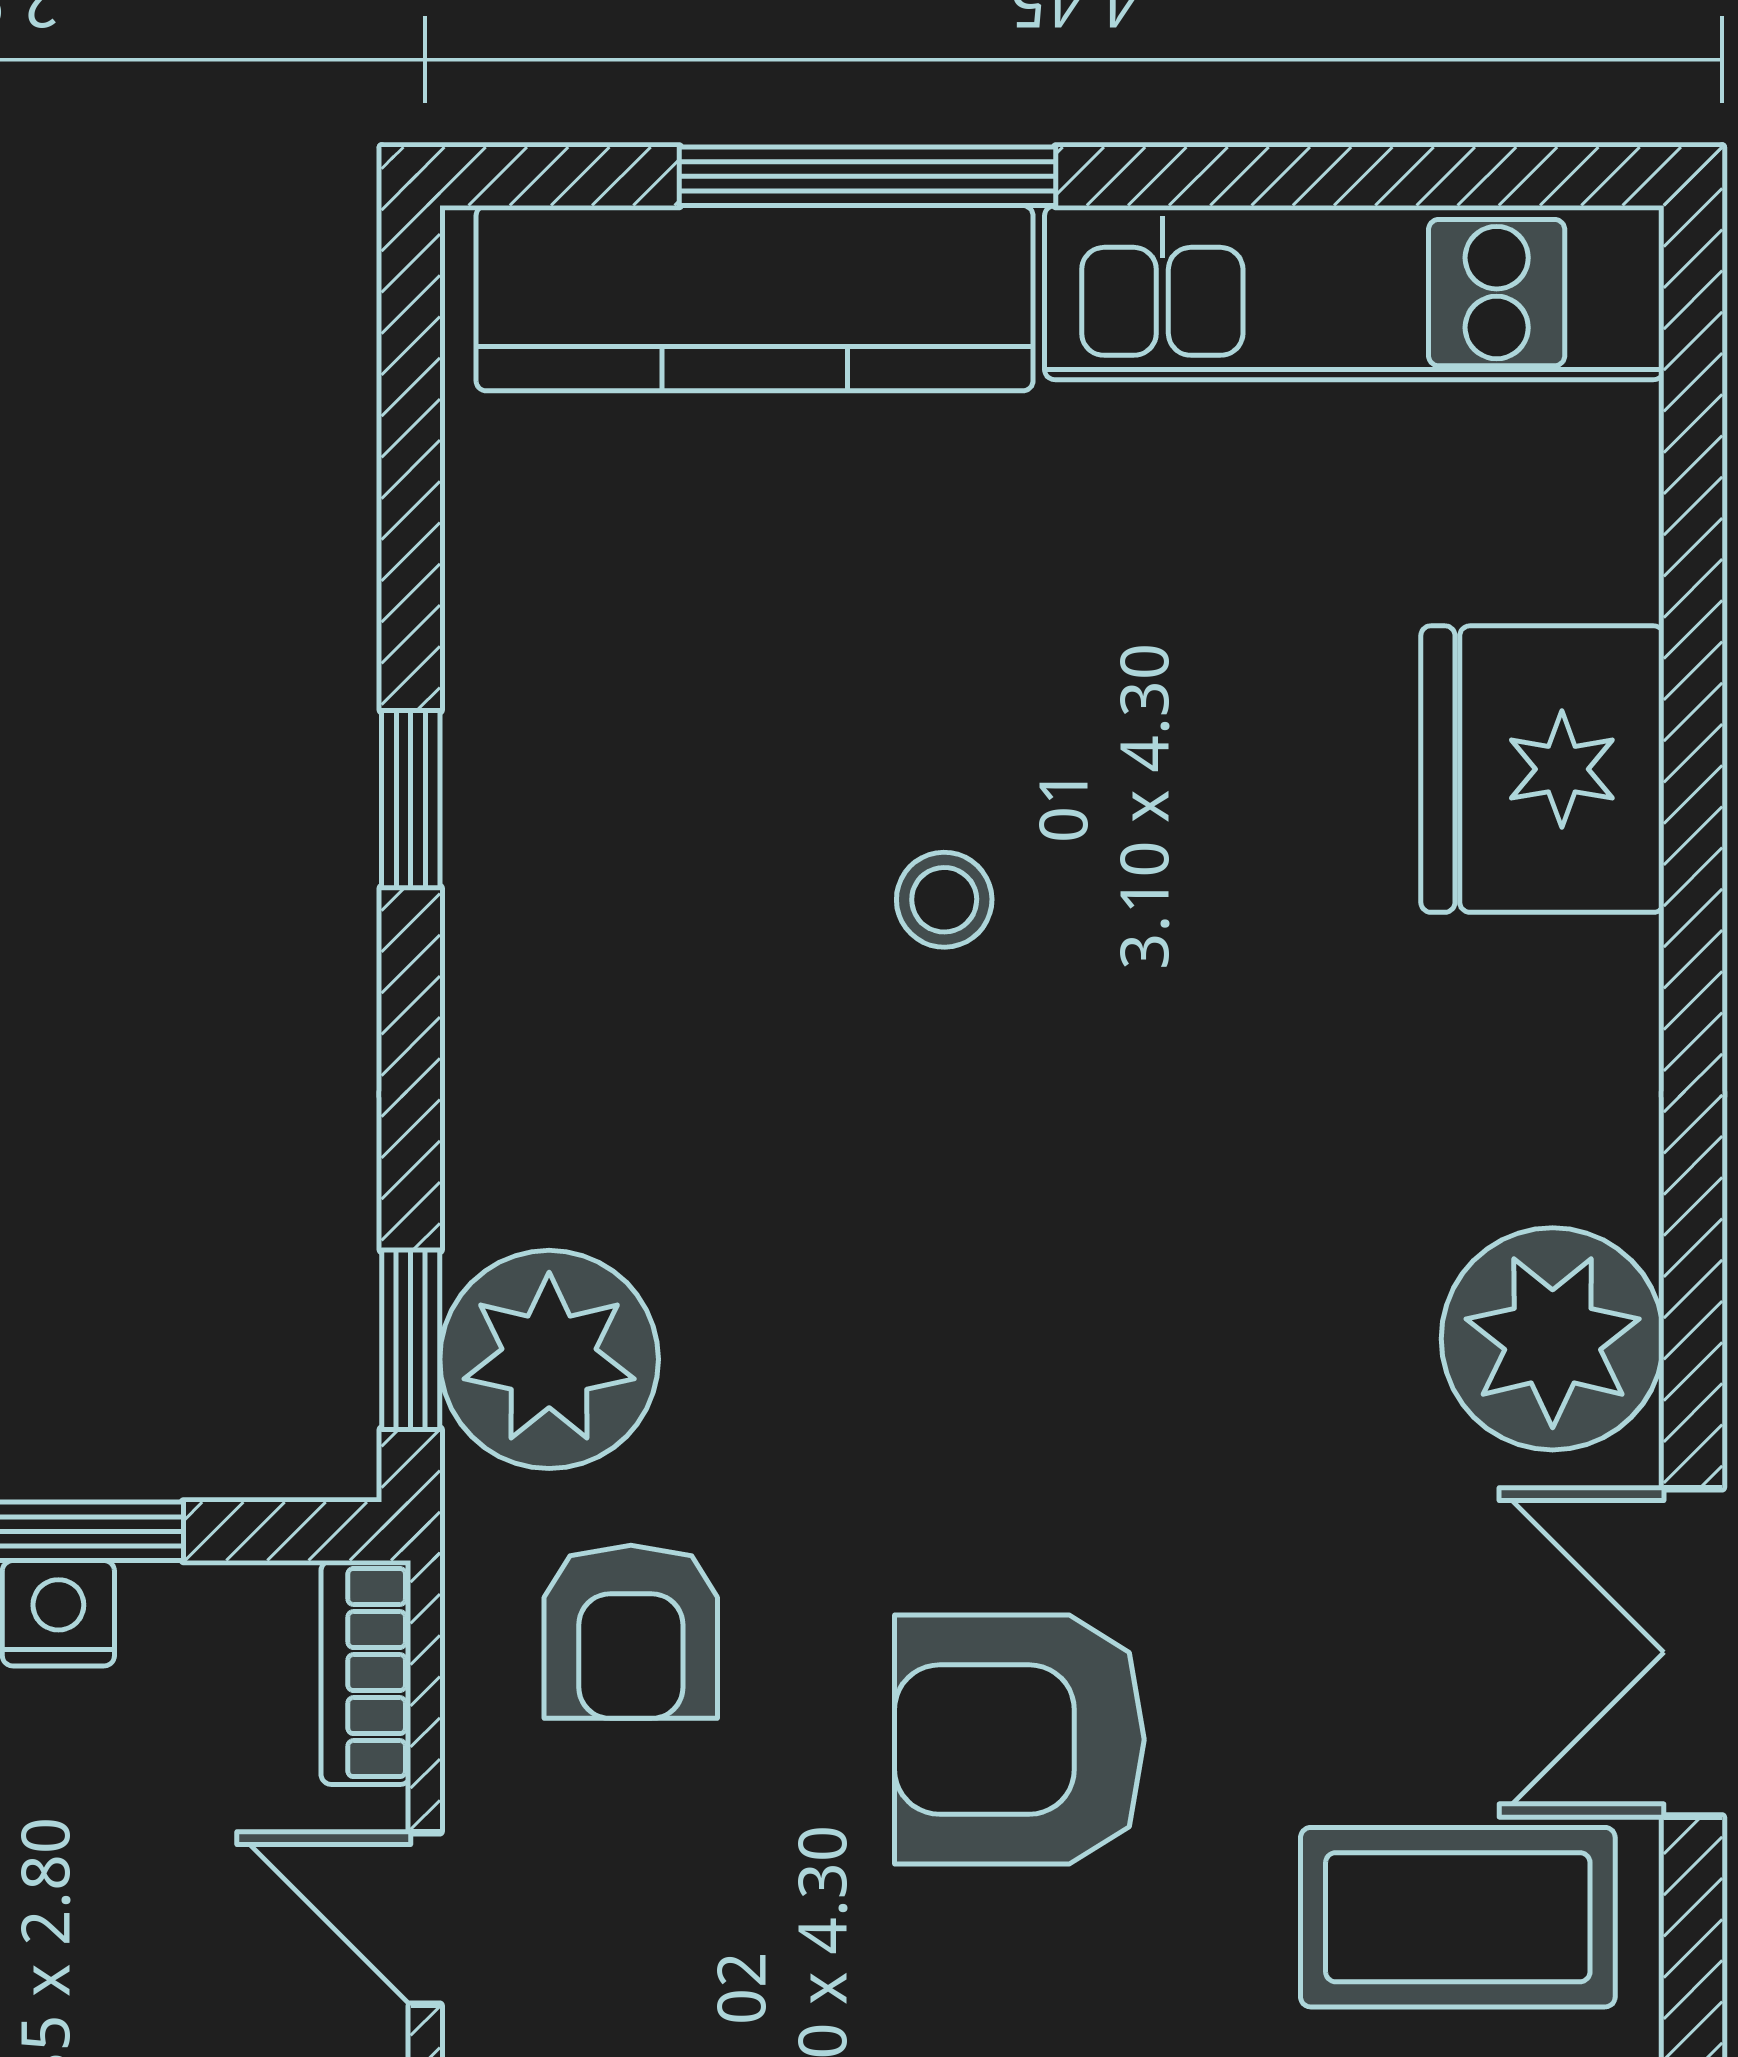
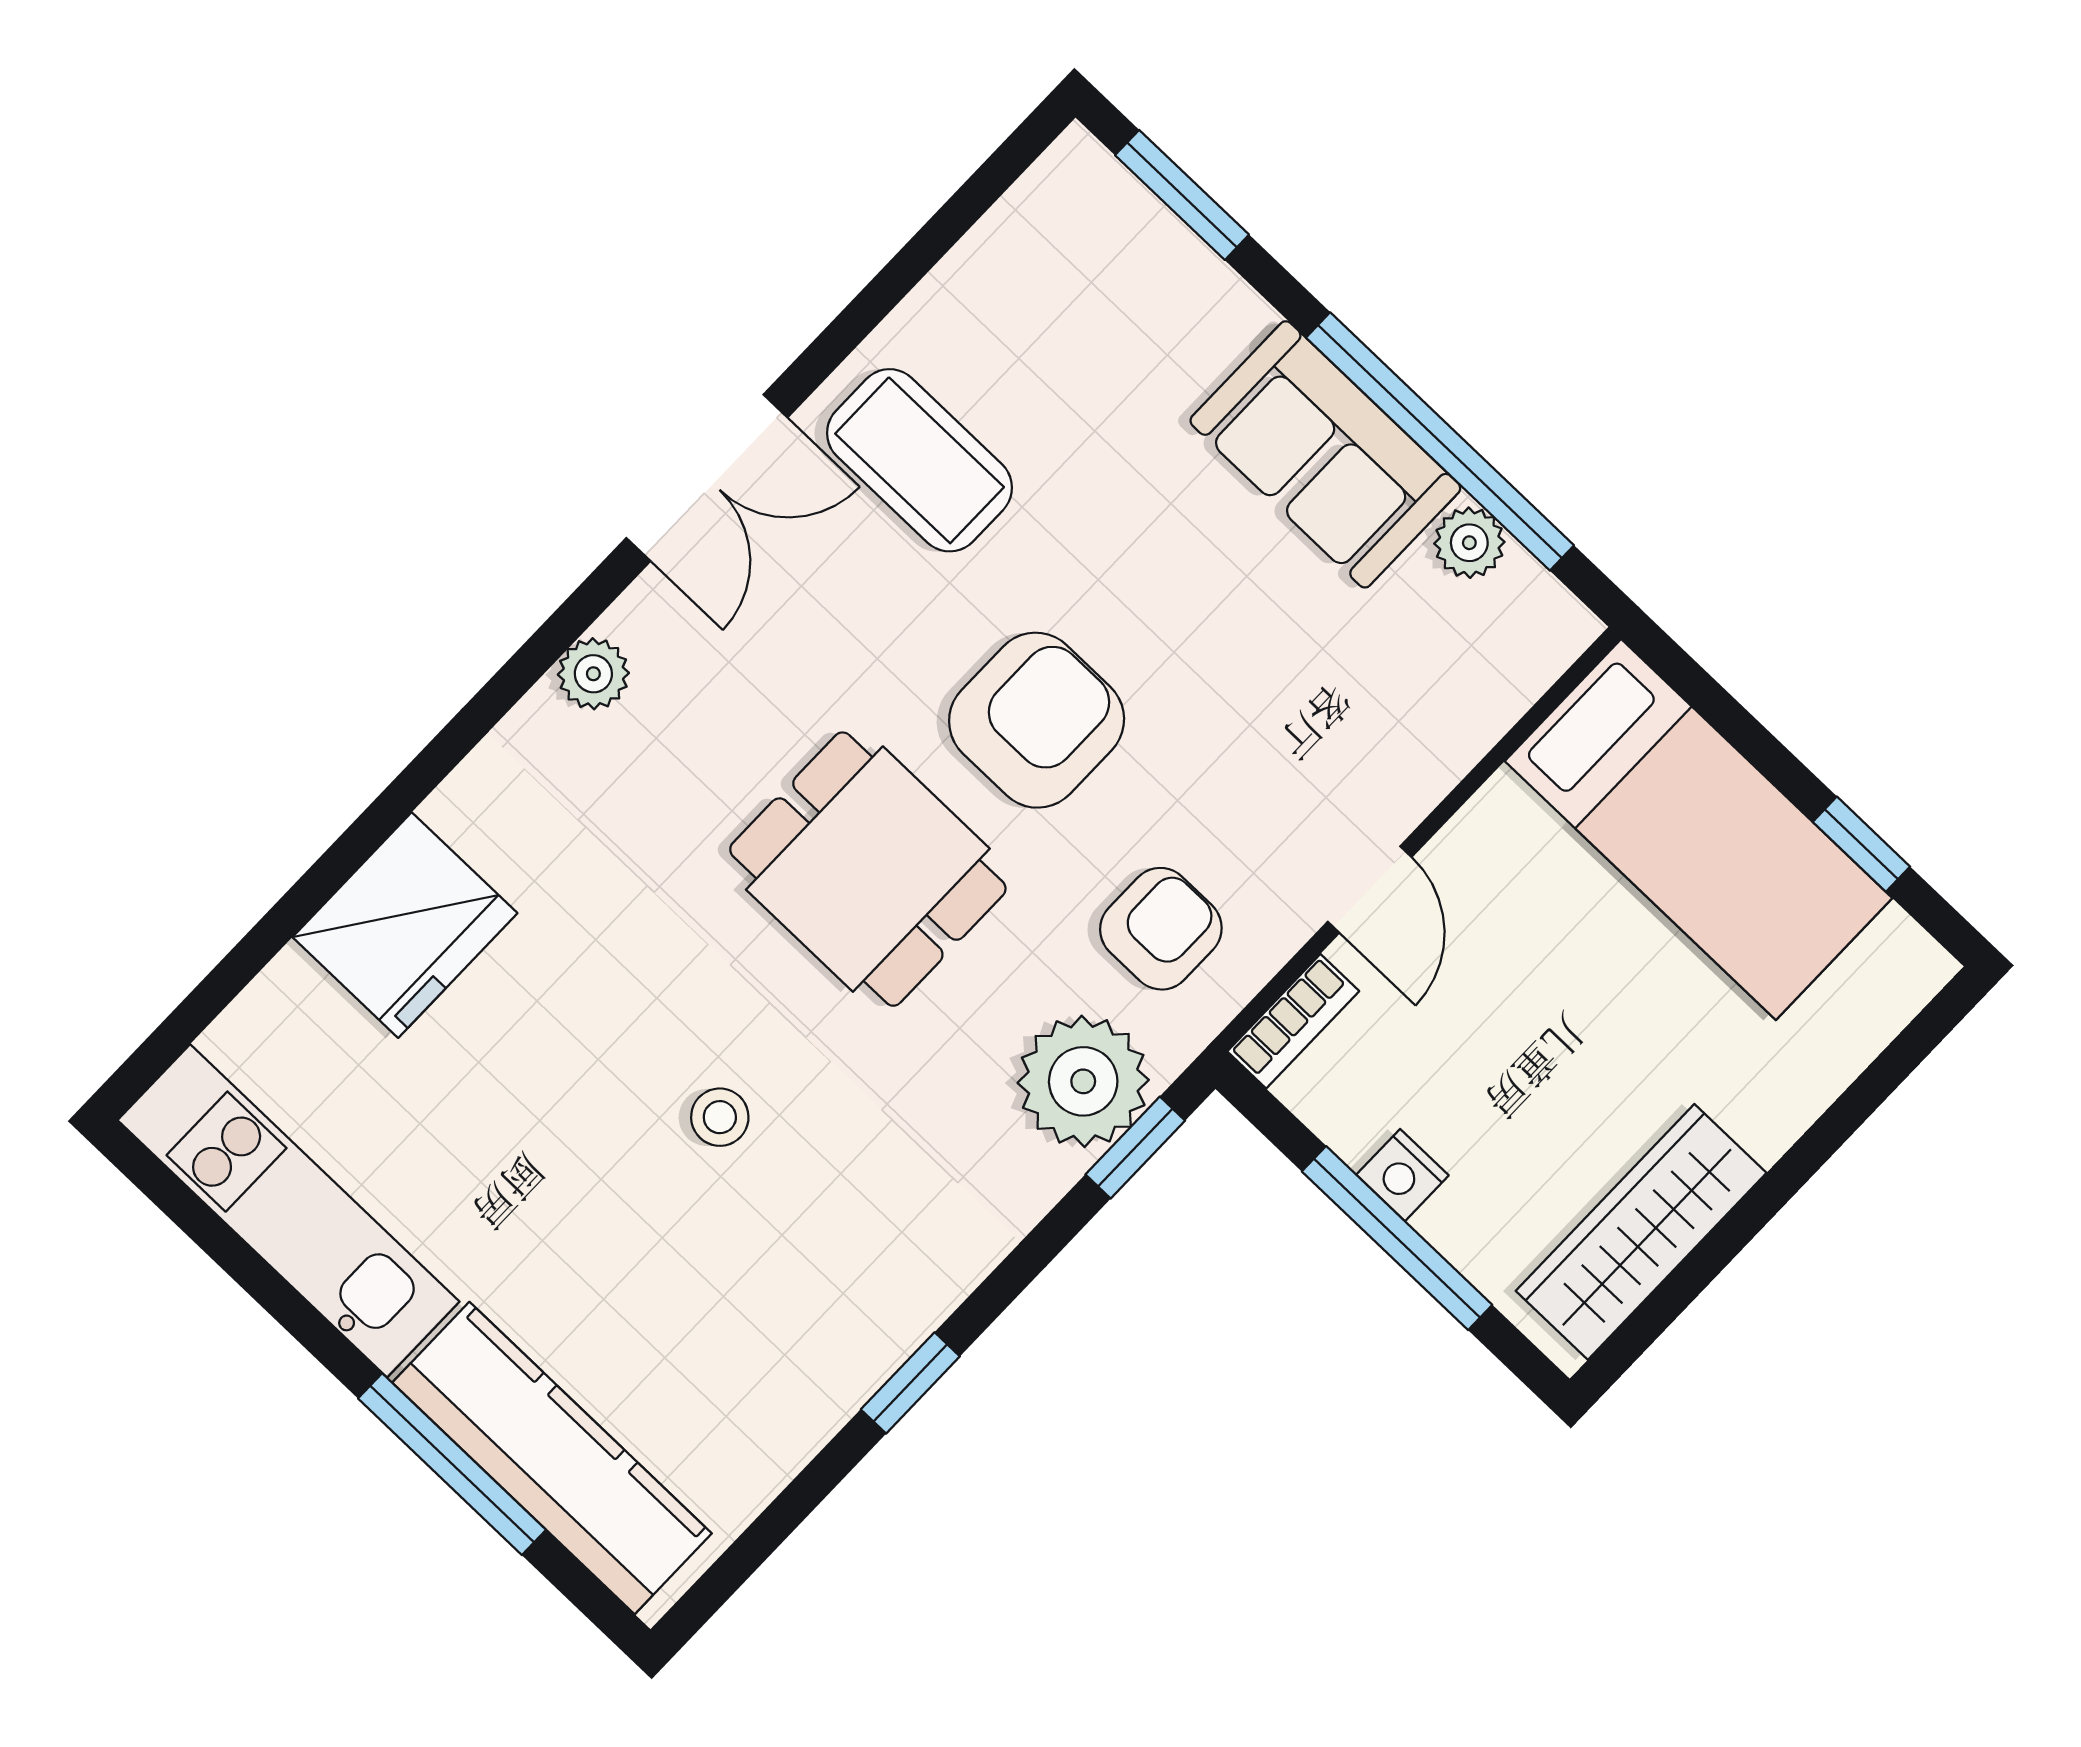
plant: (1553, 1339) -> (593, 674), width x0.53, depth x0.53
dining table: (1051, 1367) -> (868, 869), added
armchair: (1019, 1740) -> (1037, 720), turned -90

